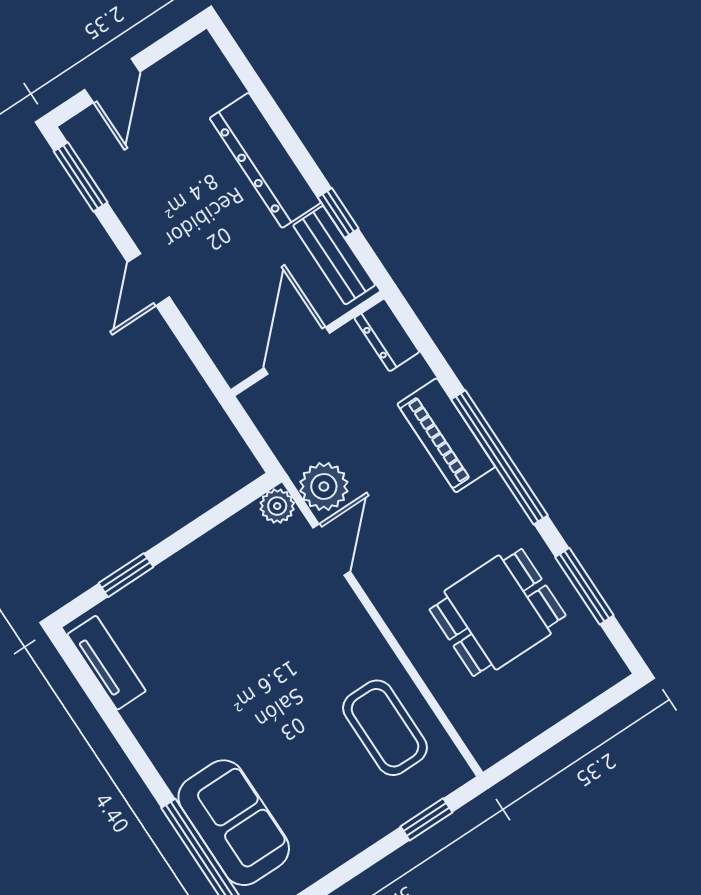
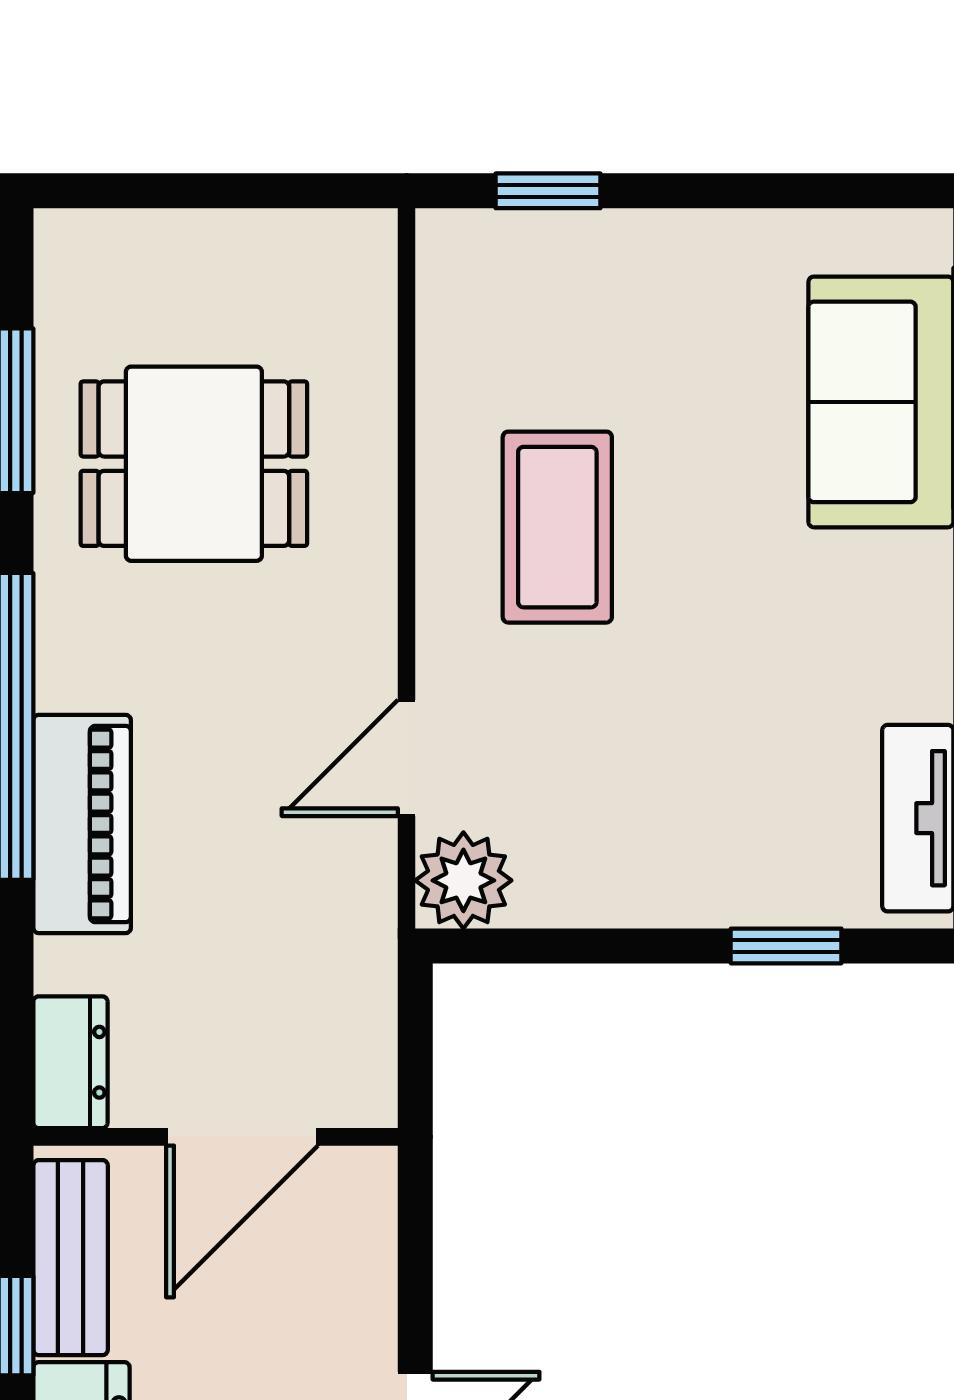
plant: (324, 486) -> (349, 874), removed
plant: (277, 506) -> (463, 880), width x1.38, depth x1.38
coffee table: (385, 728) -> (557, 527), moved

